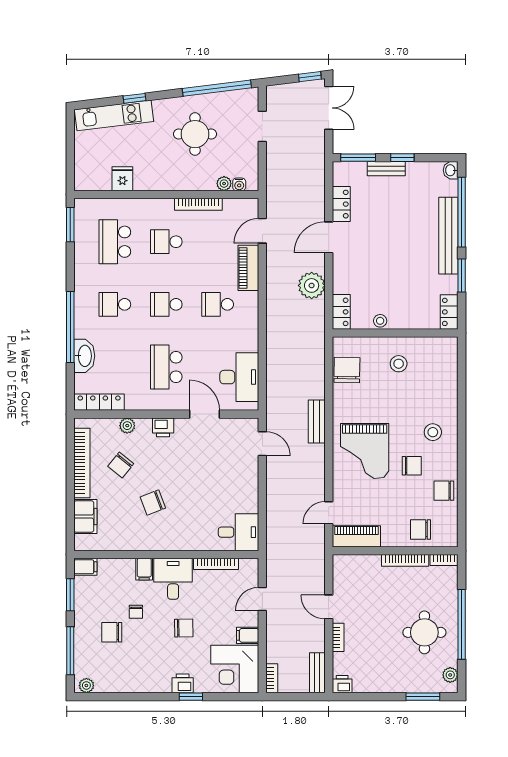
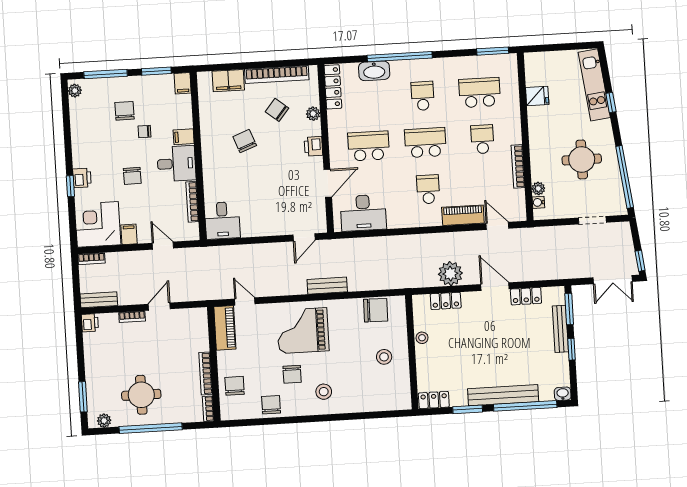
bench: (386, 169) -> (560, 329), width x1.36
school desk: (166, 304) -> (425, 143), width x1.85
locker: (341, 312) -> (446, 301), moved

